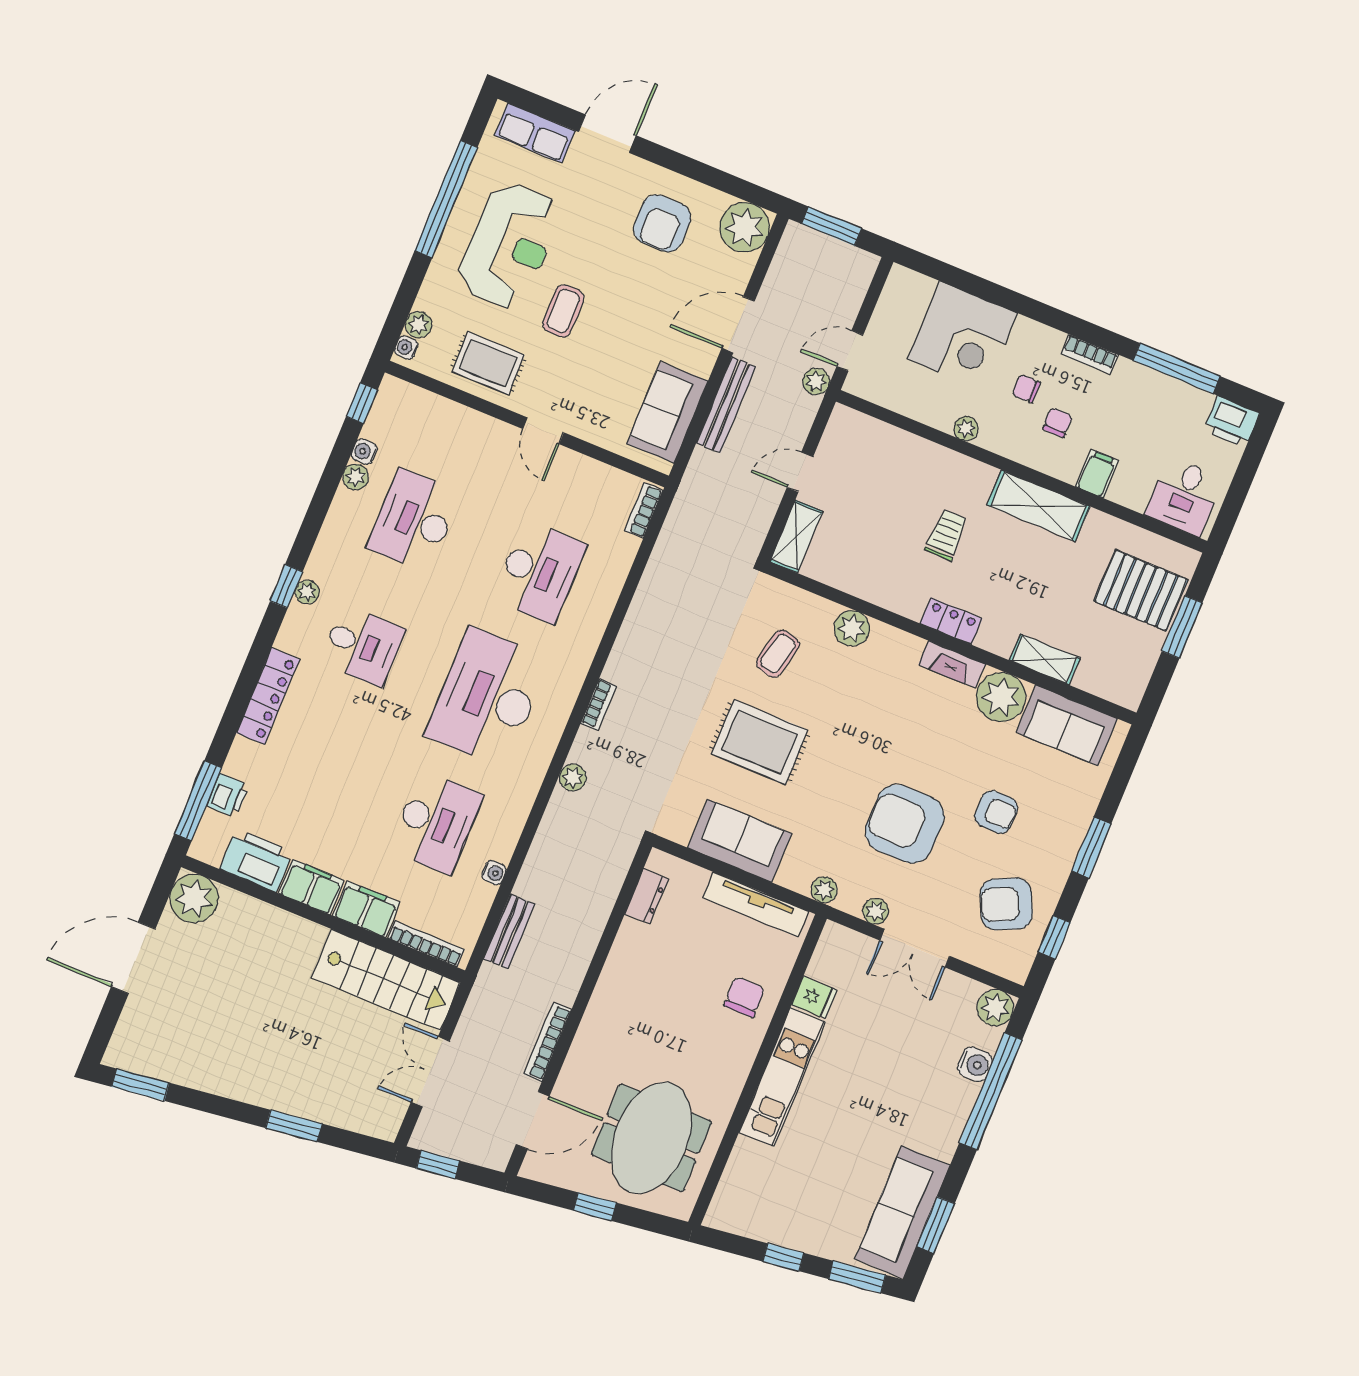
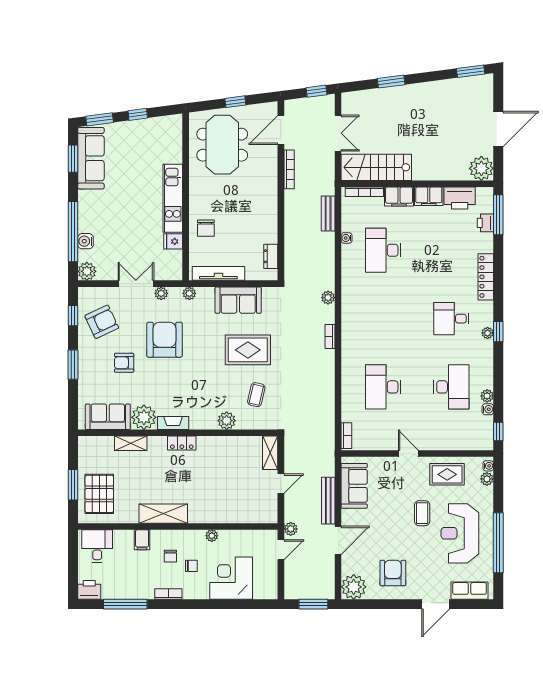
trolley: (946, 535) -> (201, 482), removed
pallet: (1141, 590) -> (99, 494), turned 90
desk: (488, 697) -> (383, 319), removed
armchair: (905, 824) -> (165, 340), turned -90

